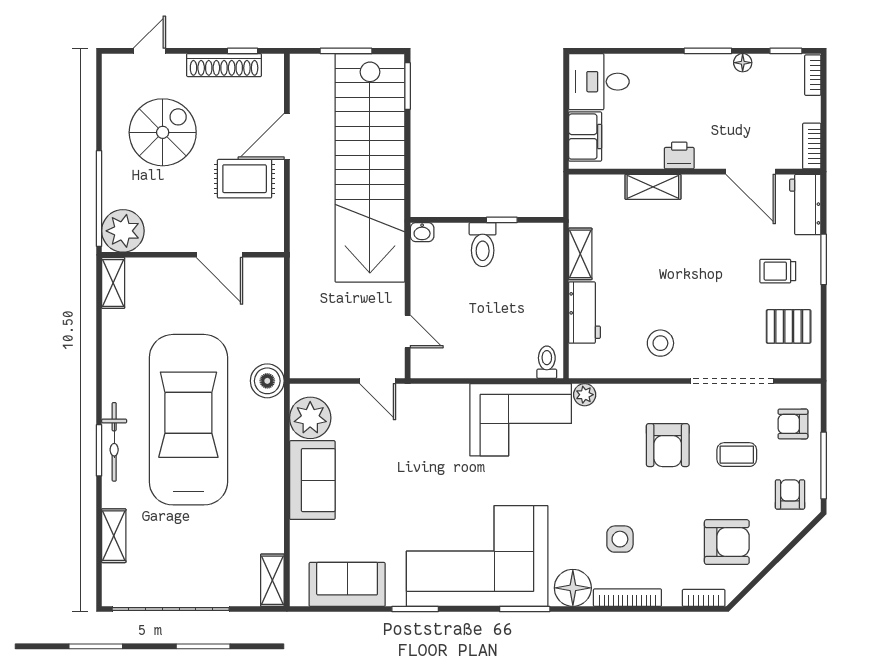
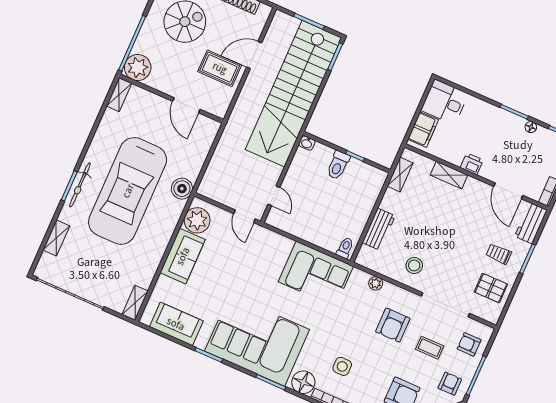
shelving: (580, 254) -> (400, 175), moved
plant: (585, 395) -> (376, 283), moved
car: (188, 420) -> (128, 191), turned 180

